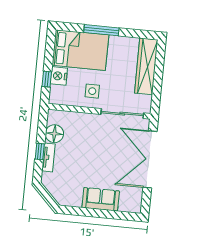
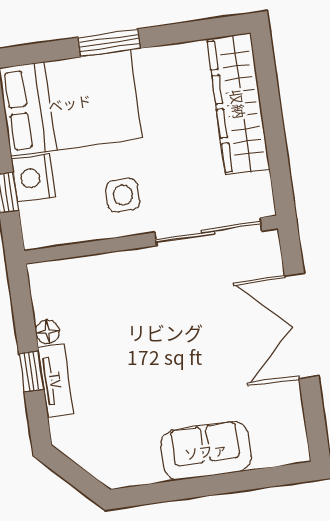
window: (101, 30) -> (109, 43), width x0.69
floor lamp: (54, 134) -> (47, 332), width x0.53, depth x0.53
double door: (150, 159) -> (302, 326), width x0.73

